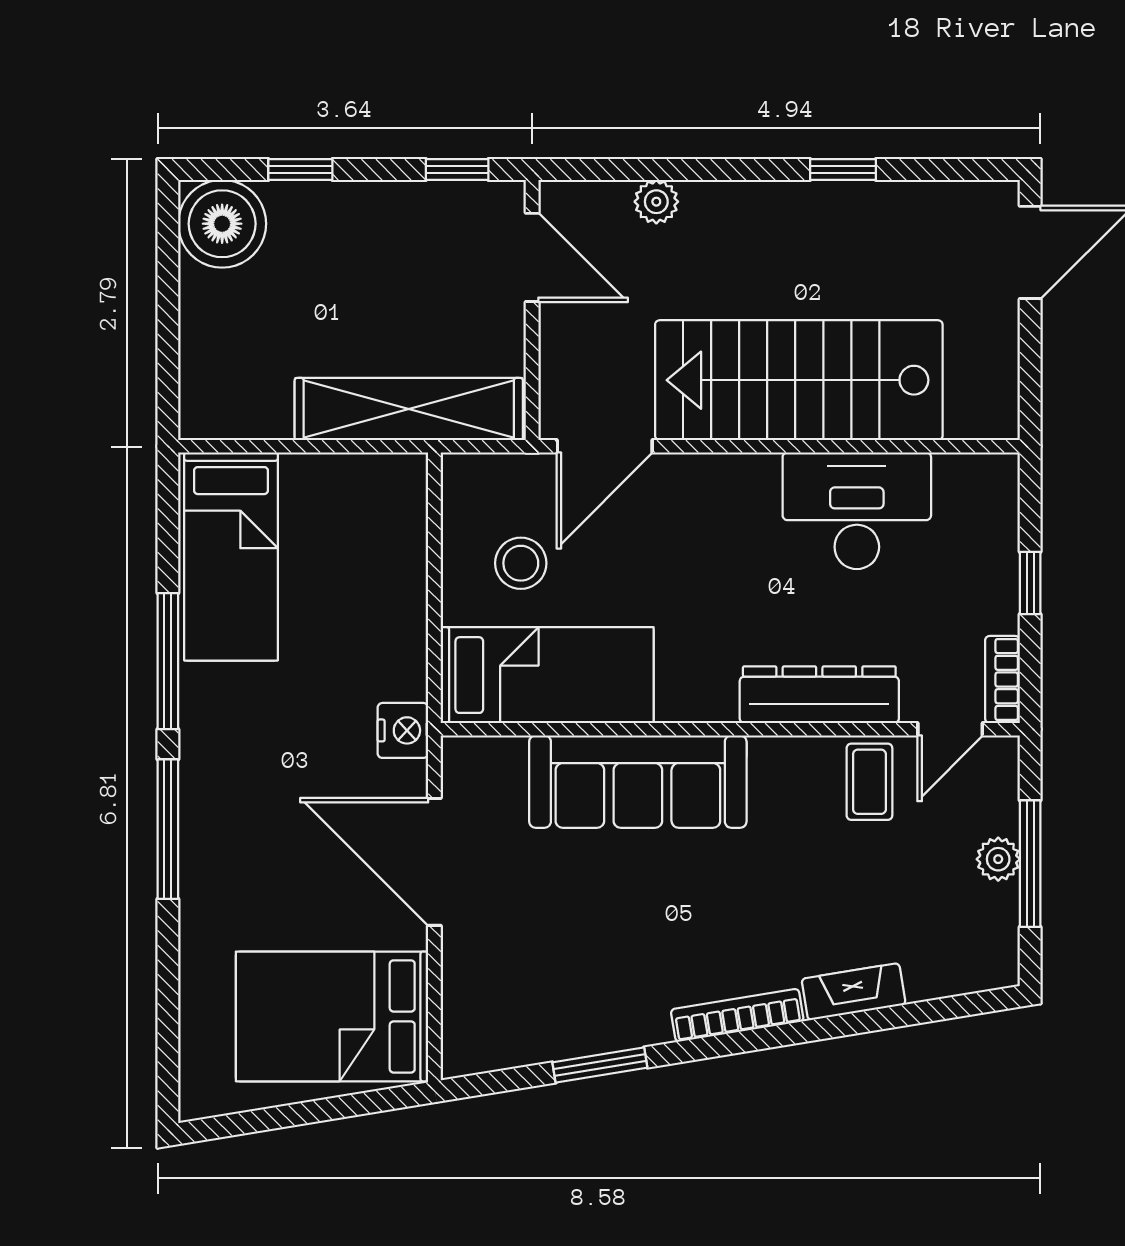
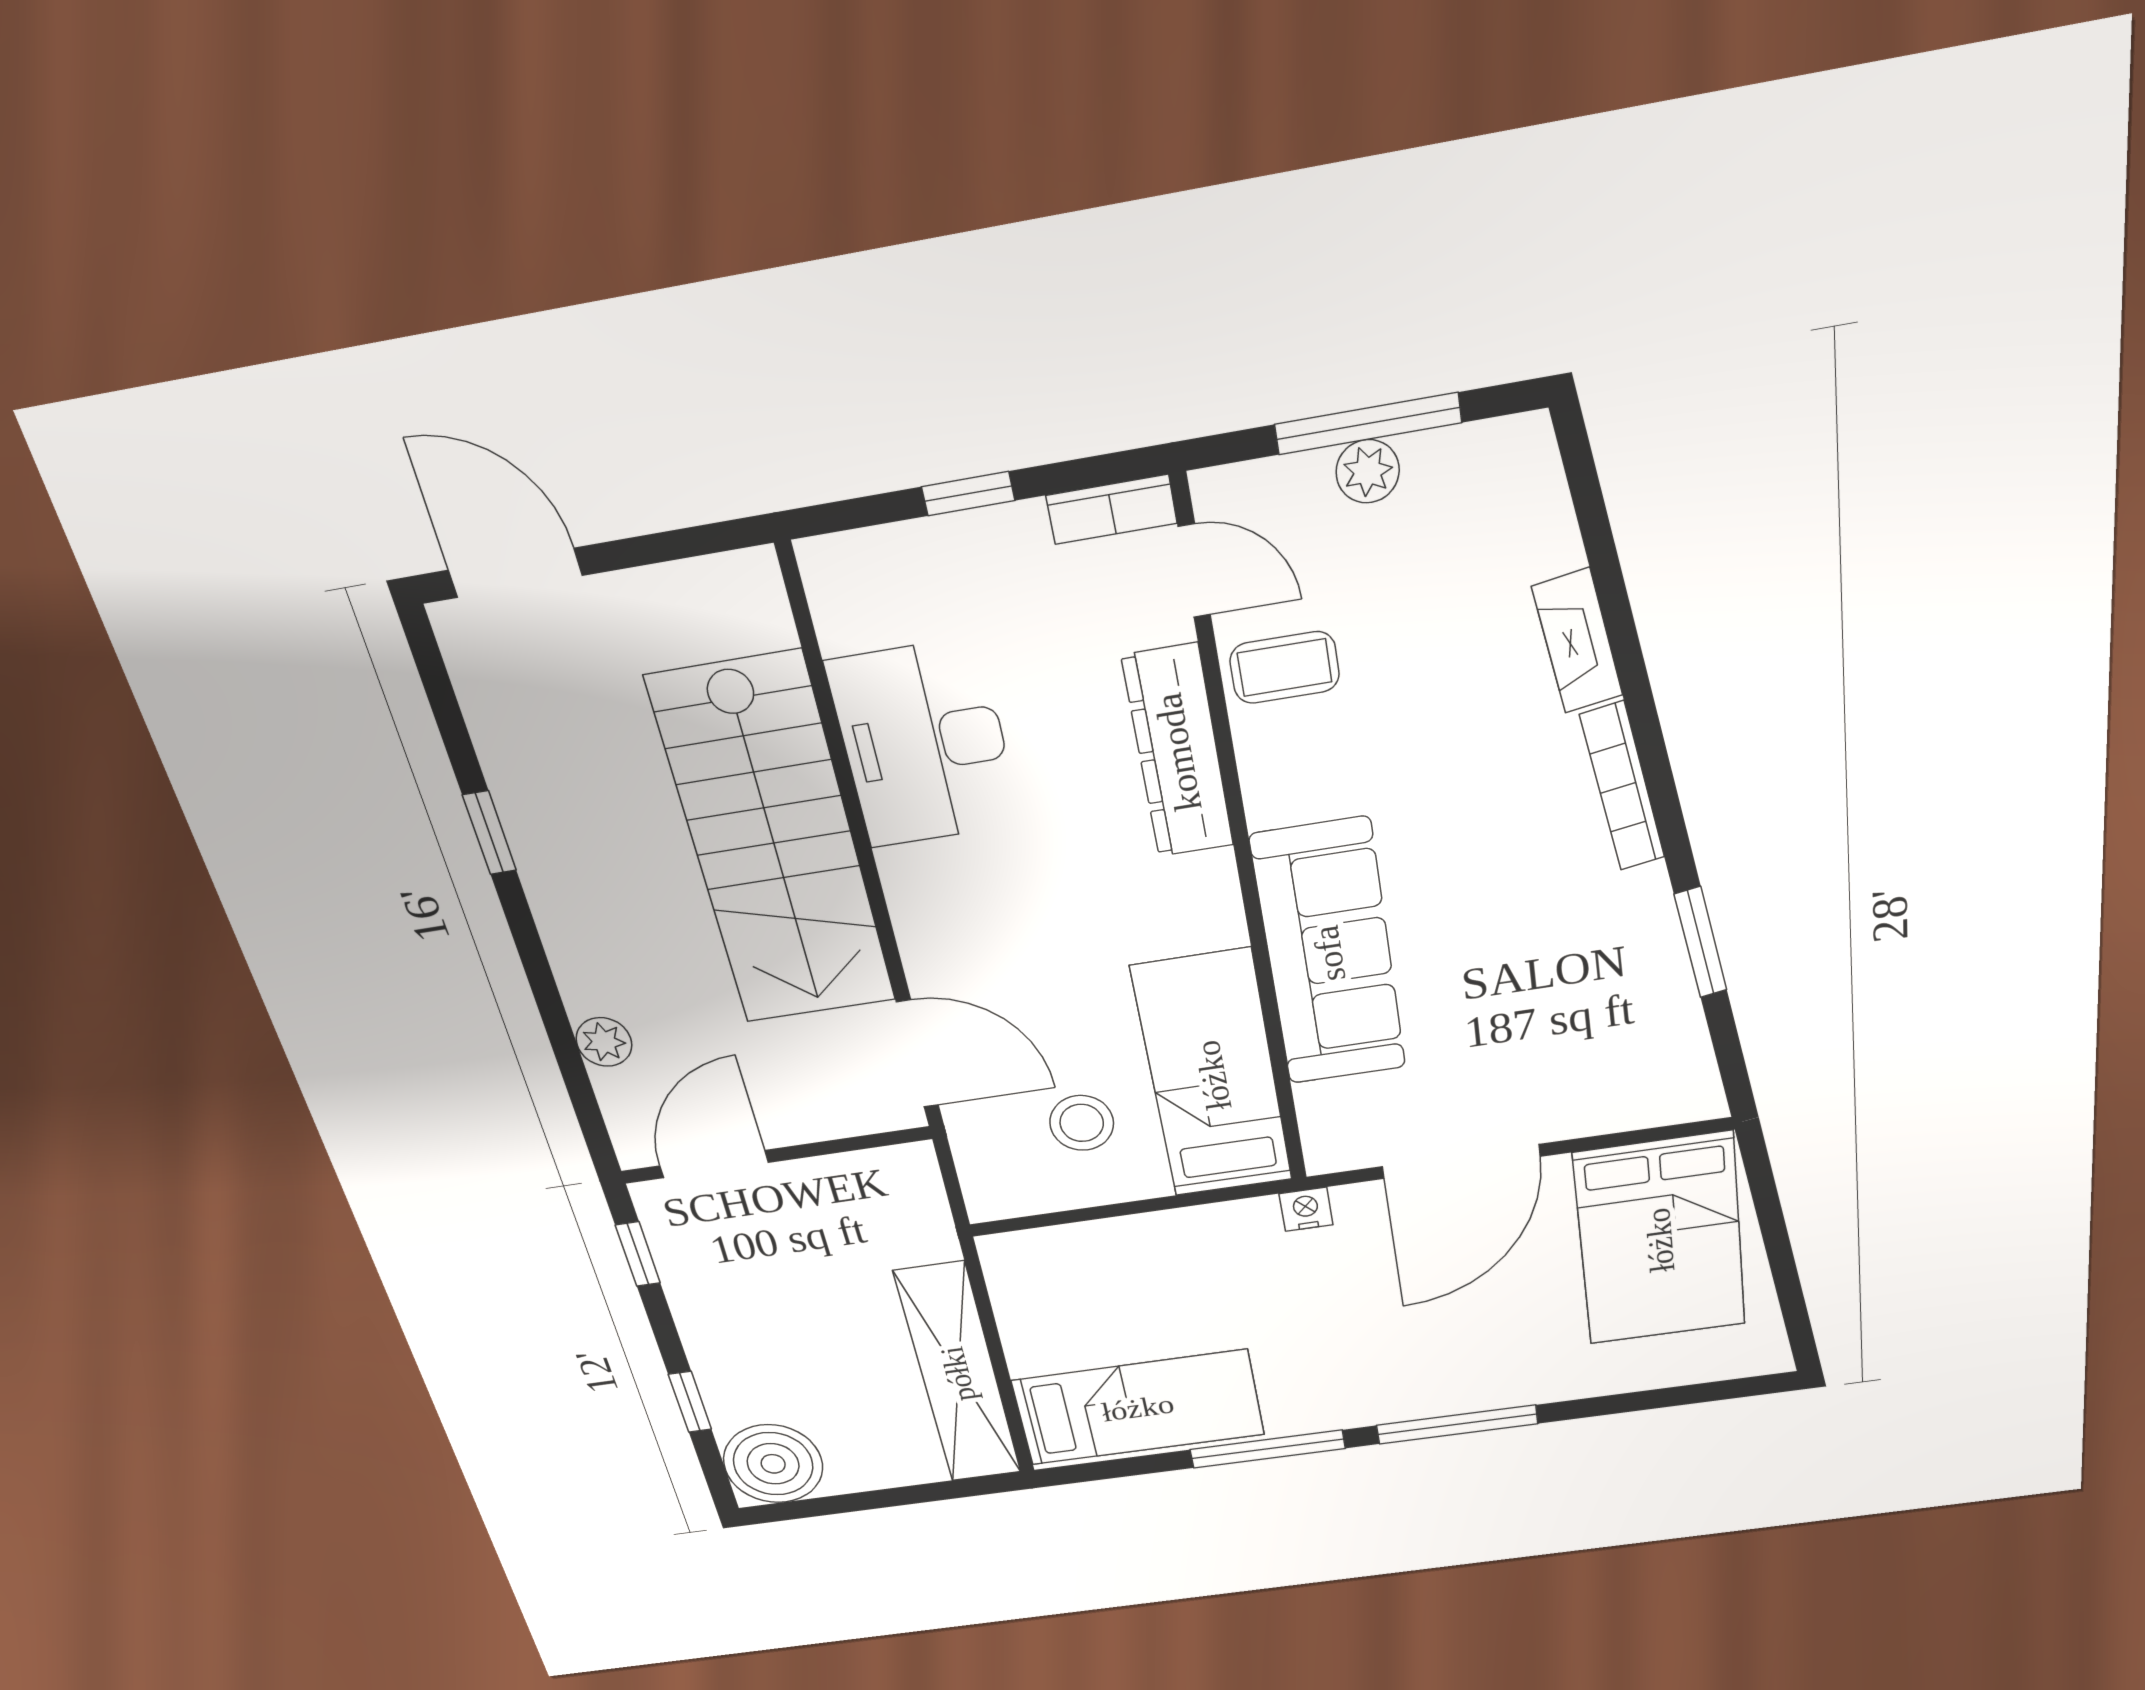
shelving: (409, 409) -> (958, 1374), moved
nightstand: (403, 730) -> (1306, 1209), width x0.72, depth x0.74

